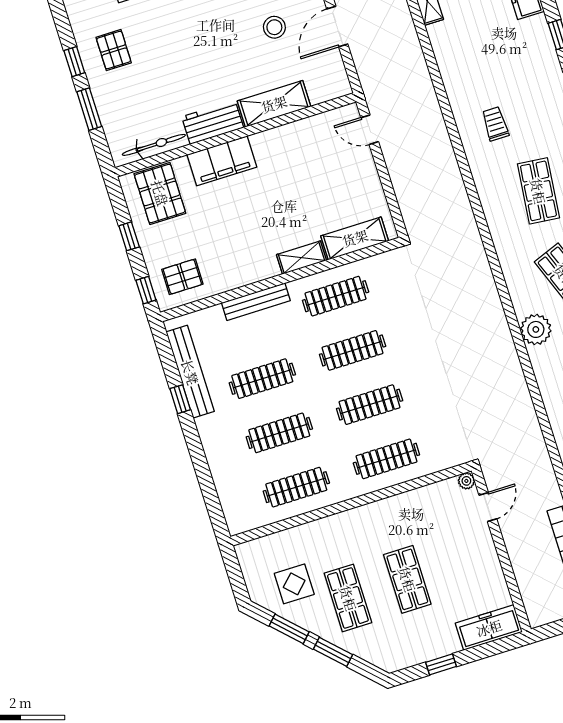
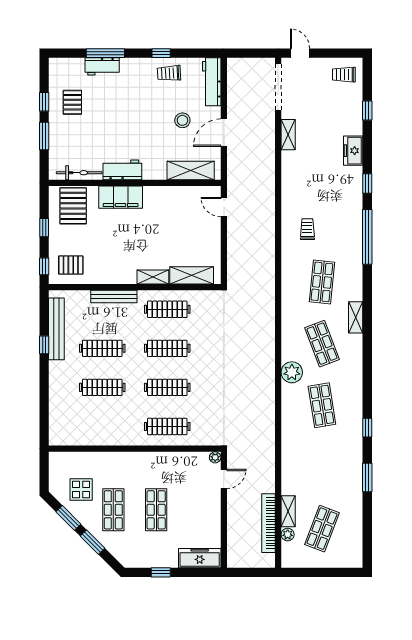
shelving: (274, 104) -> (191, 170), moved
clothes rail: (296, 487) -> (102, 426), removed

